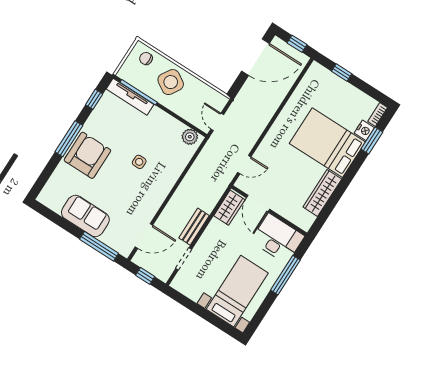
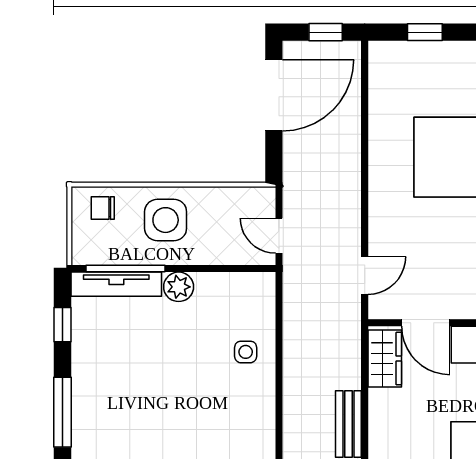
side table: (171, 82) -> (166, 220), turned -32
plant: (190, 137) -> (179, 287), moved
armchair: (87, 155) -> (108, 419), removed
side table: (139, 162) -> (246, 352), moved

